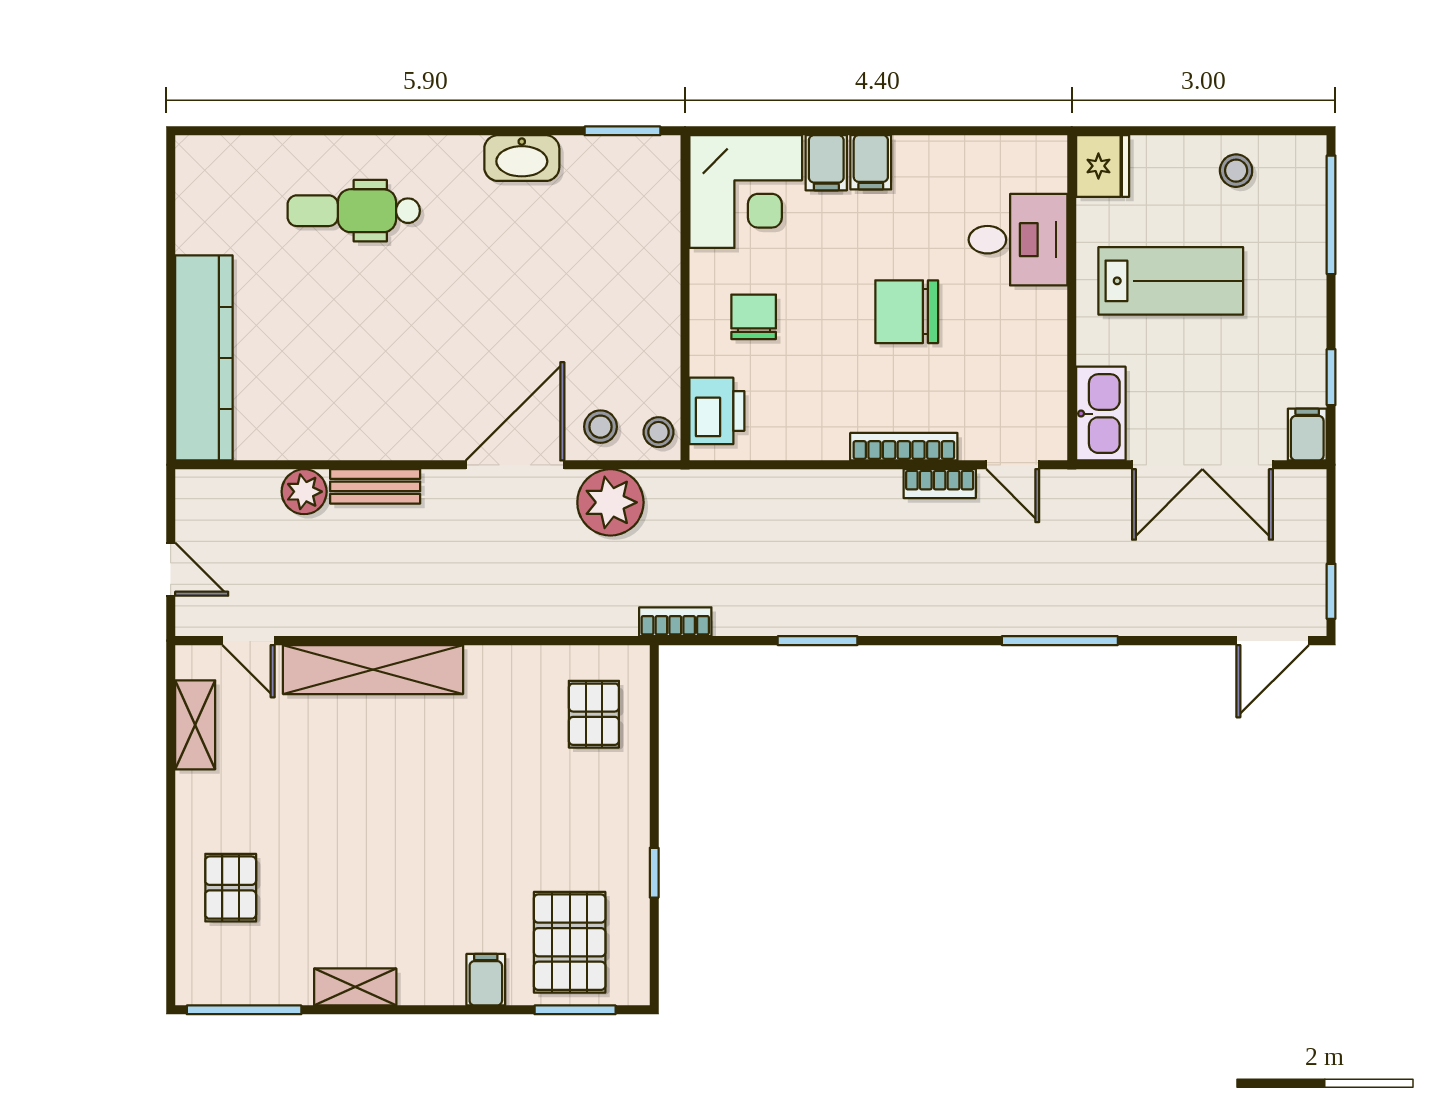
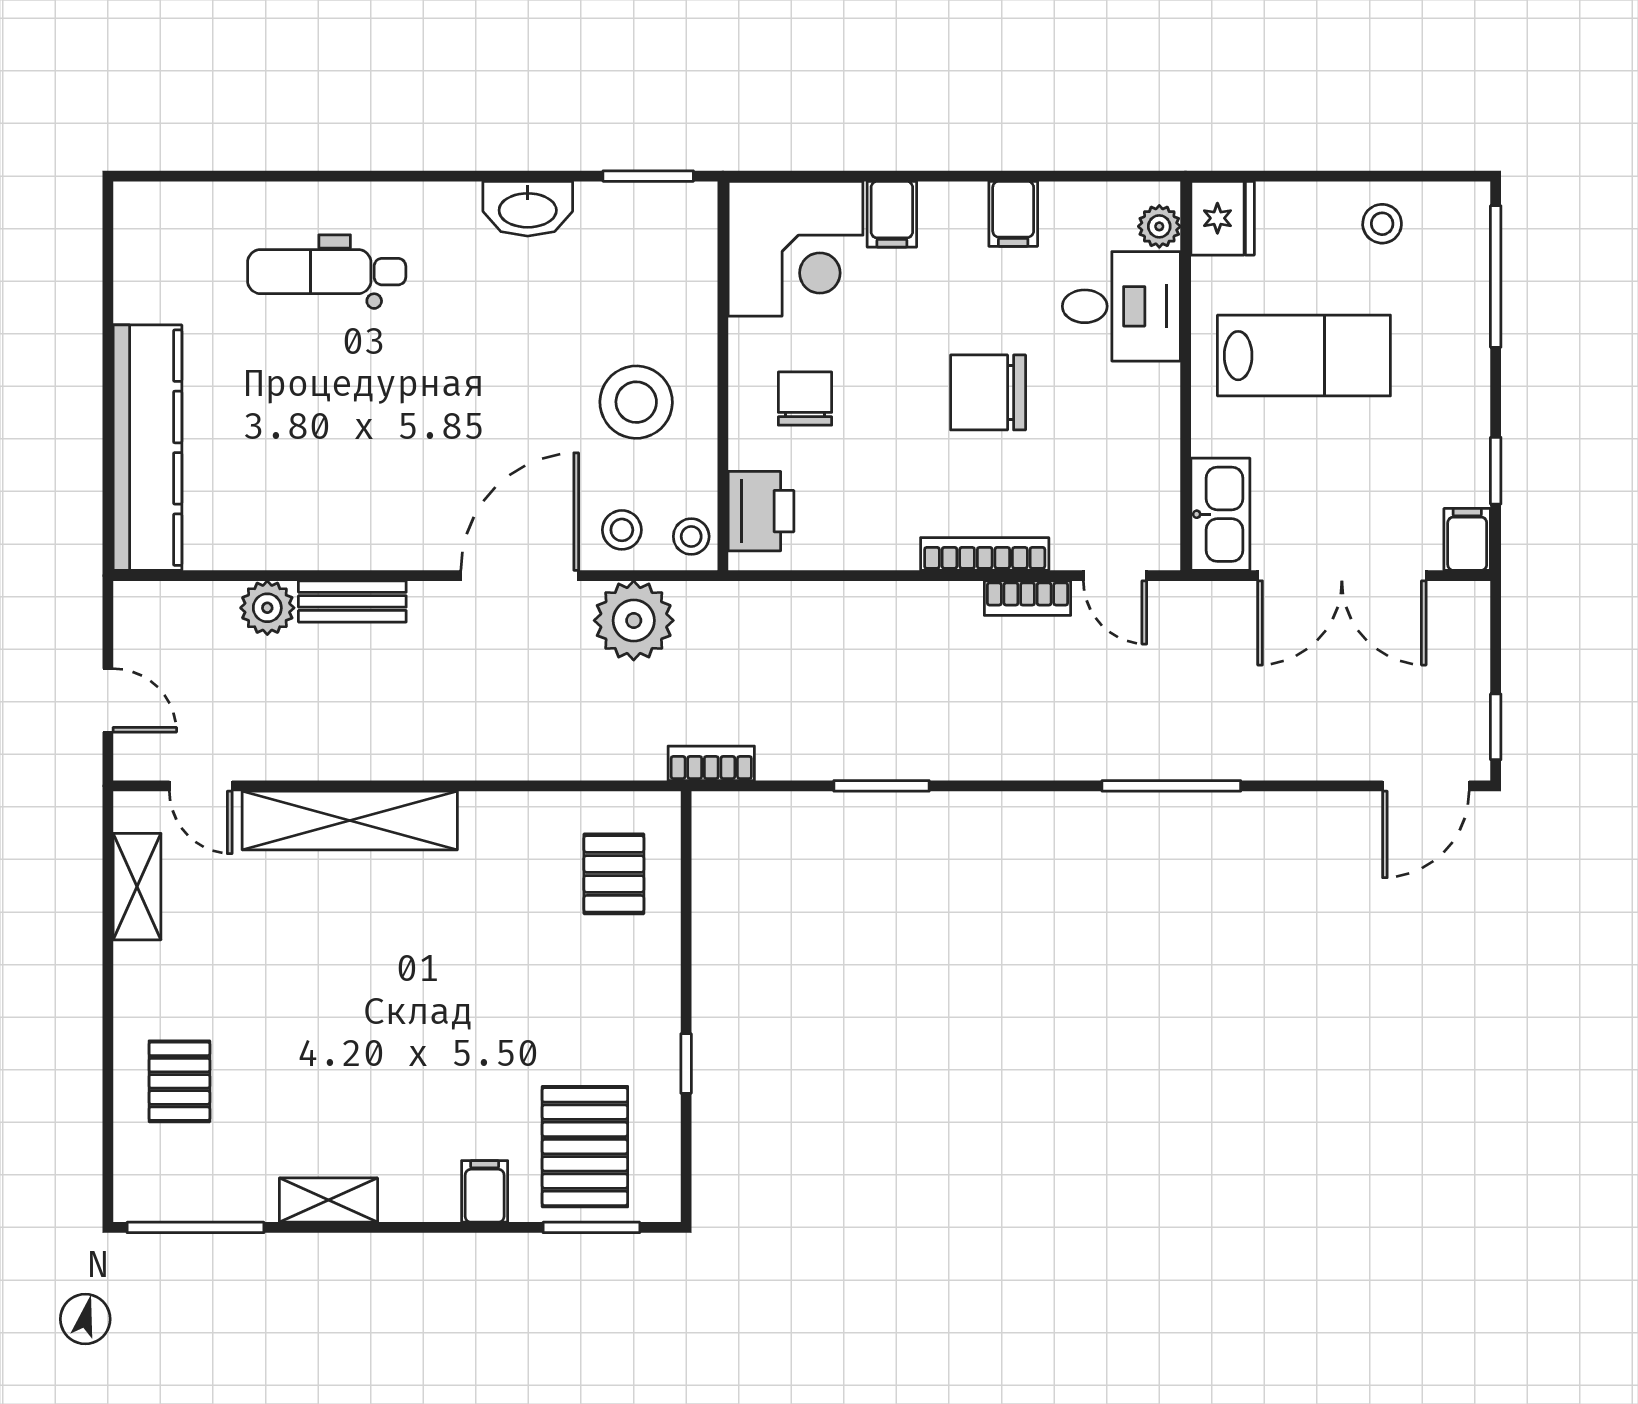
filing cabinet: (871, 162) -> (1013, 214), moved
plant: (1050, 173) -> (1159, 226), added
stool: (612, 320) -> (636, 402), added

